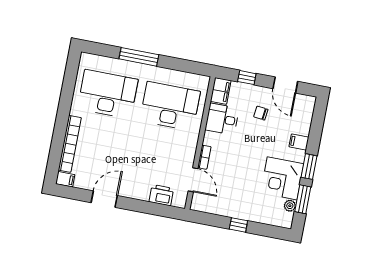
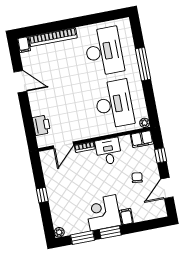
plant: (204, 81) -> (145, 123), added
desk: (222, 119) -> (109, 151), moved
corner desk: (282, 178) -> (103, 213), moved
plant: (290, 206) -> (59, 232), moved

